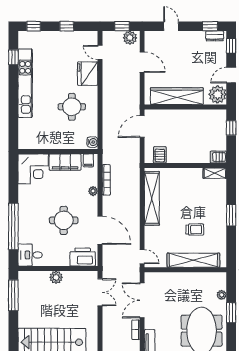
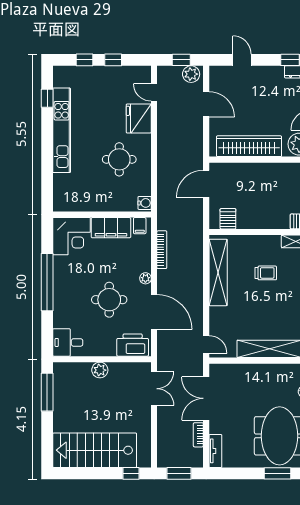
window: (34, 26) -> (84, 60), moved
plant: (93, 191) -> (145, 278), moved
window: (13, 226) -> (47, 282), moved
trolley: (195, 230) -> (266, 273), moved

